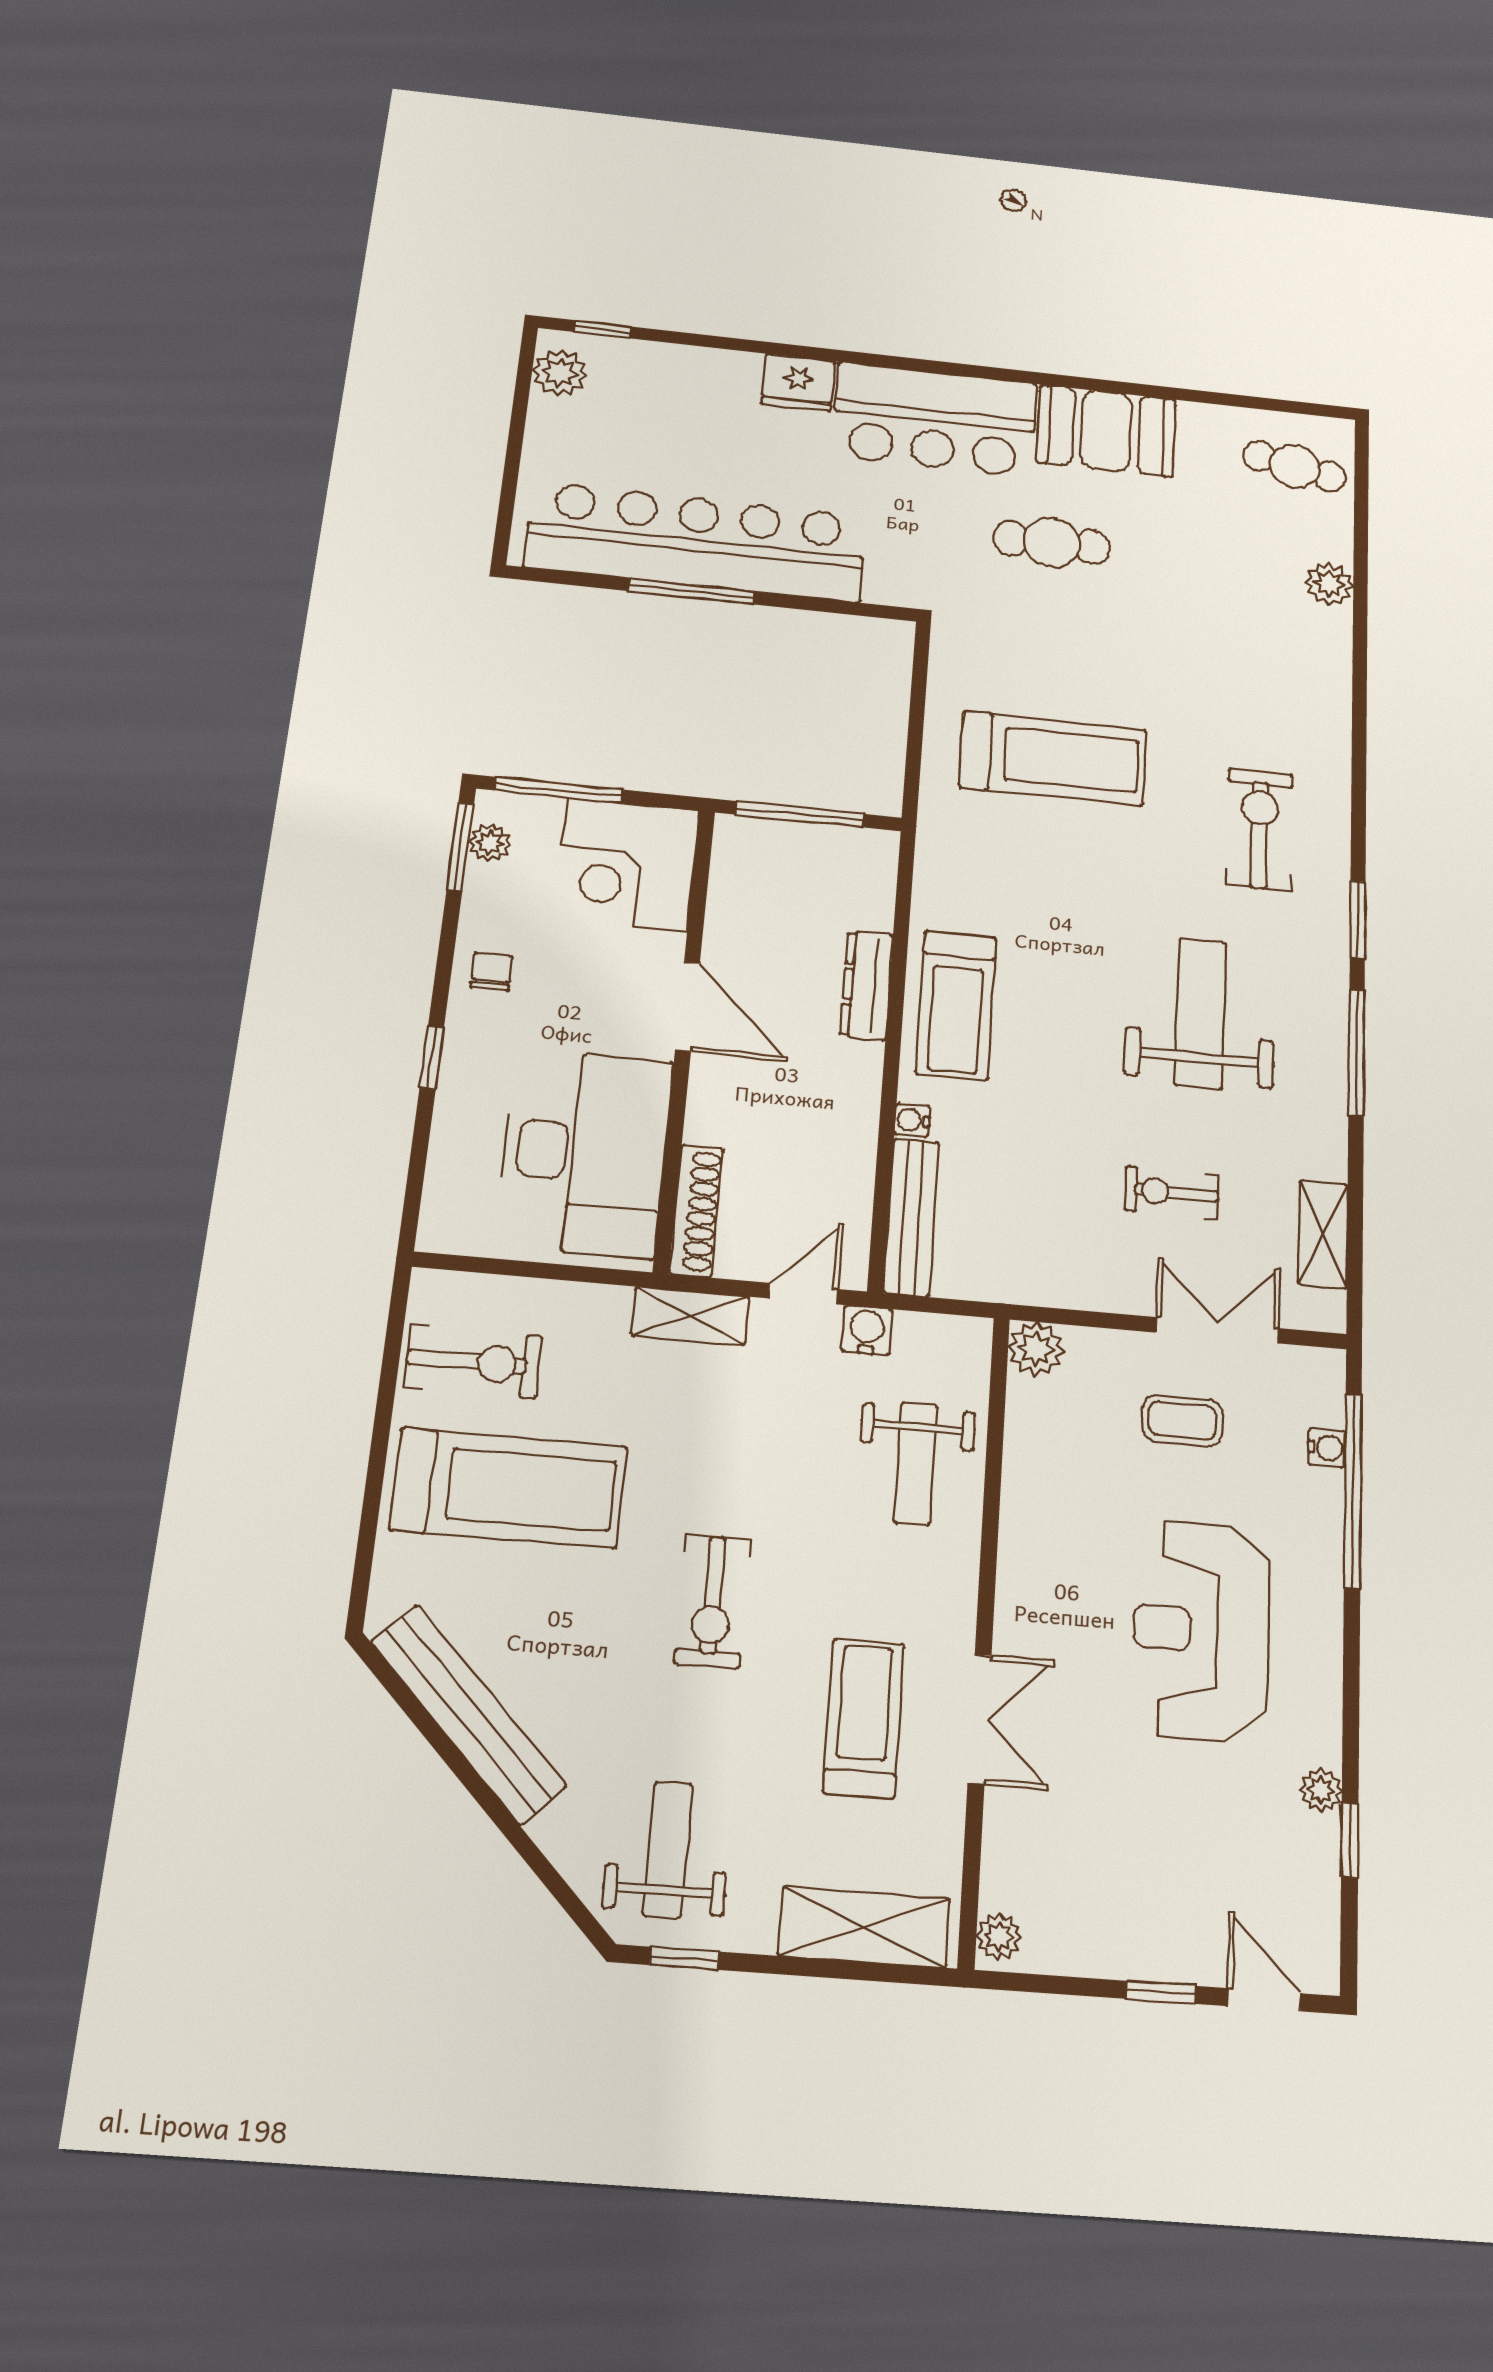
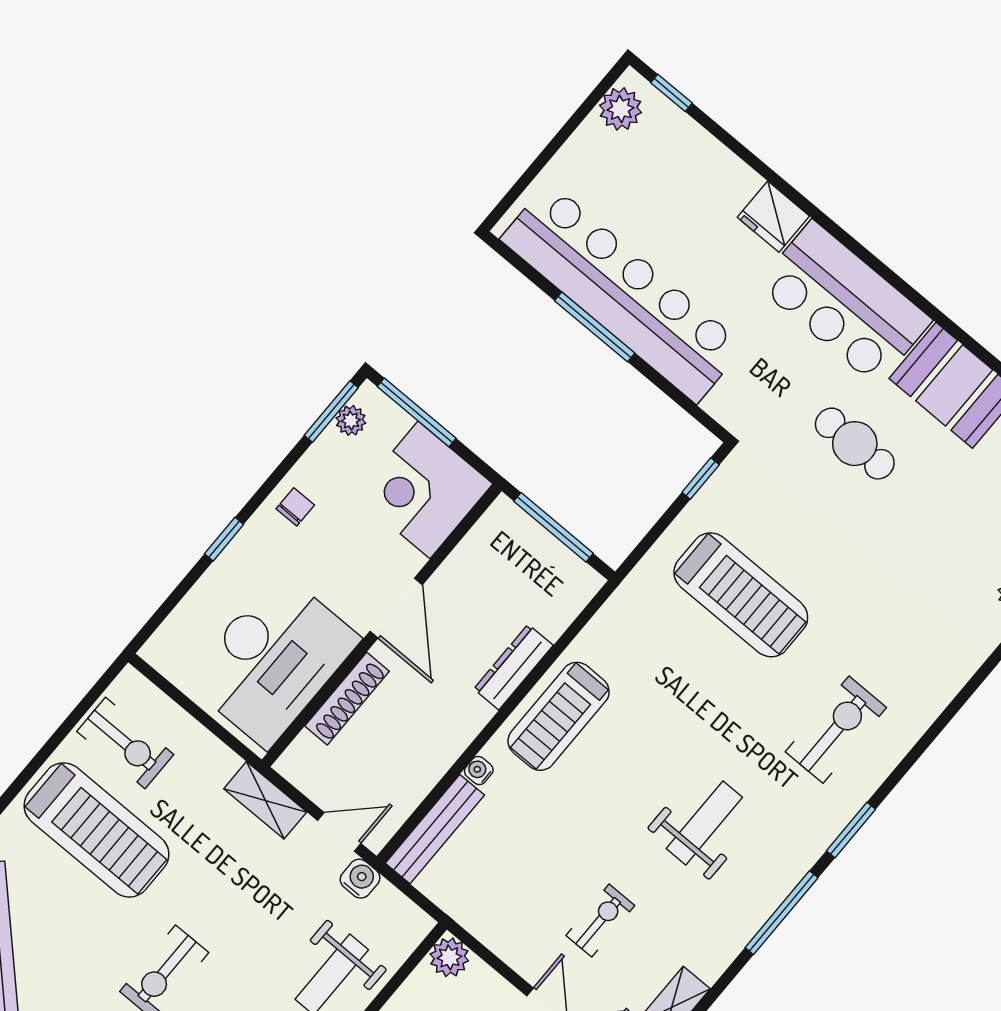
window: (920, 671) -> (701, 479), added
weight bench: (1201, 1013) -> (704, 823), width x0.73, depth x0.75
exercise bike: (1172, 1192) -> (600, 920), turned 90
shoe rack: (696, 1211) -> (347, 699), moved

